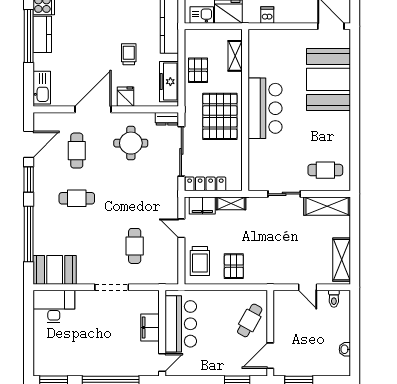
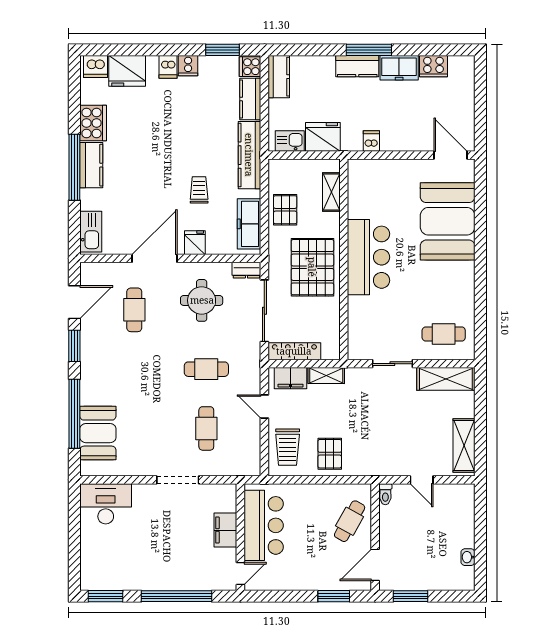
cafe table: (77, 198) -> (206, 369), moved
booth: (55, 270) -> (98, 433), moved, turned 90
toilet: (334, 299) -> (385, 494), moved

